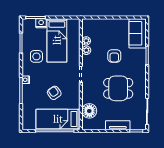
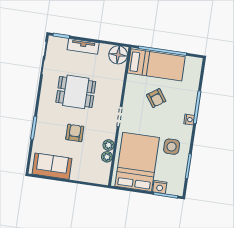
sofa: (138, 33) -> (52, 166), moved, turned -90
bed: (57, 40) -> (137, 162), width x1.50
floor lamp: (89, 111) -> (118, 55), moved

